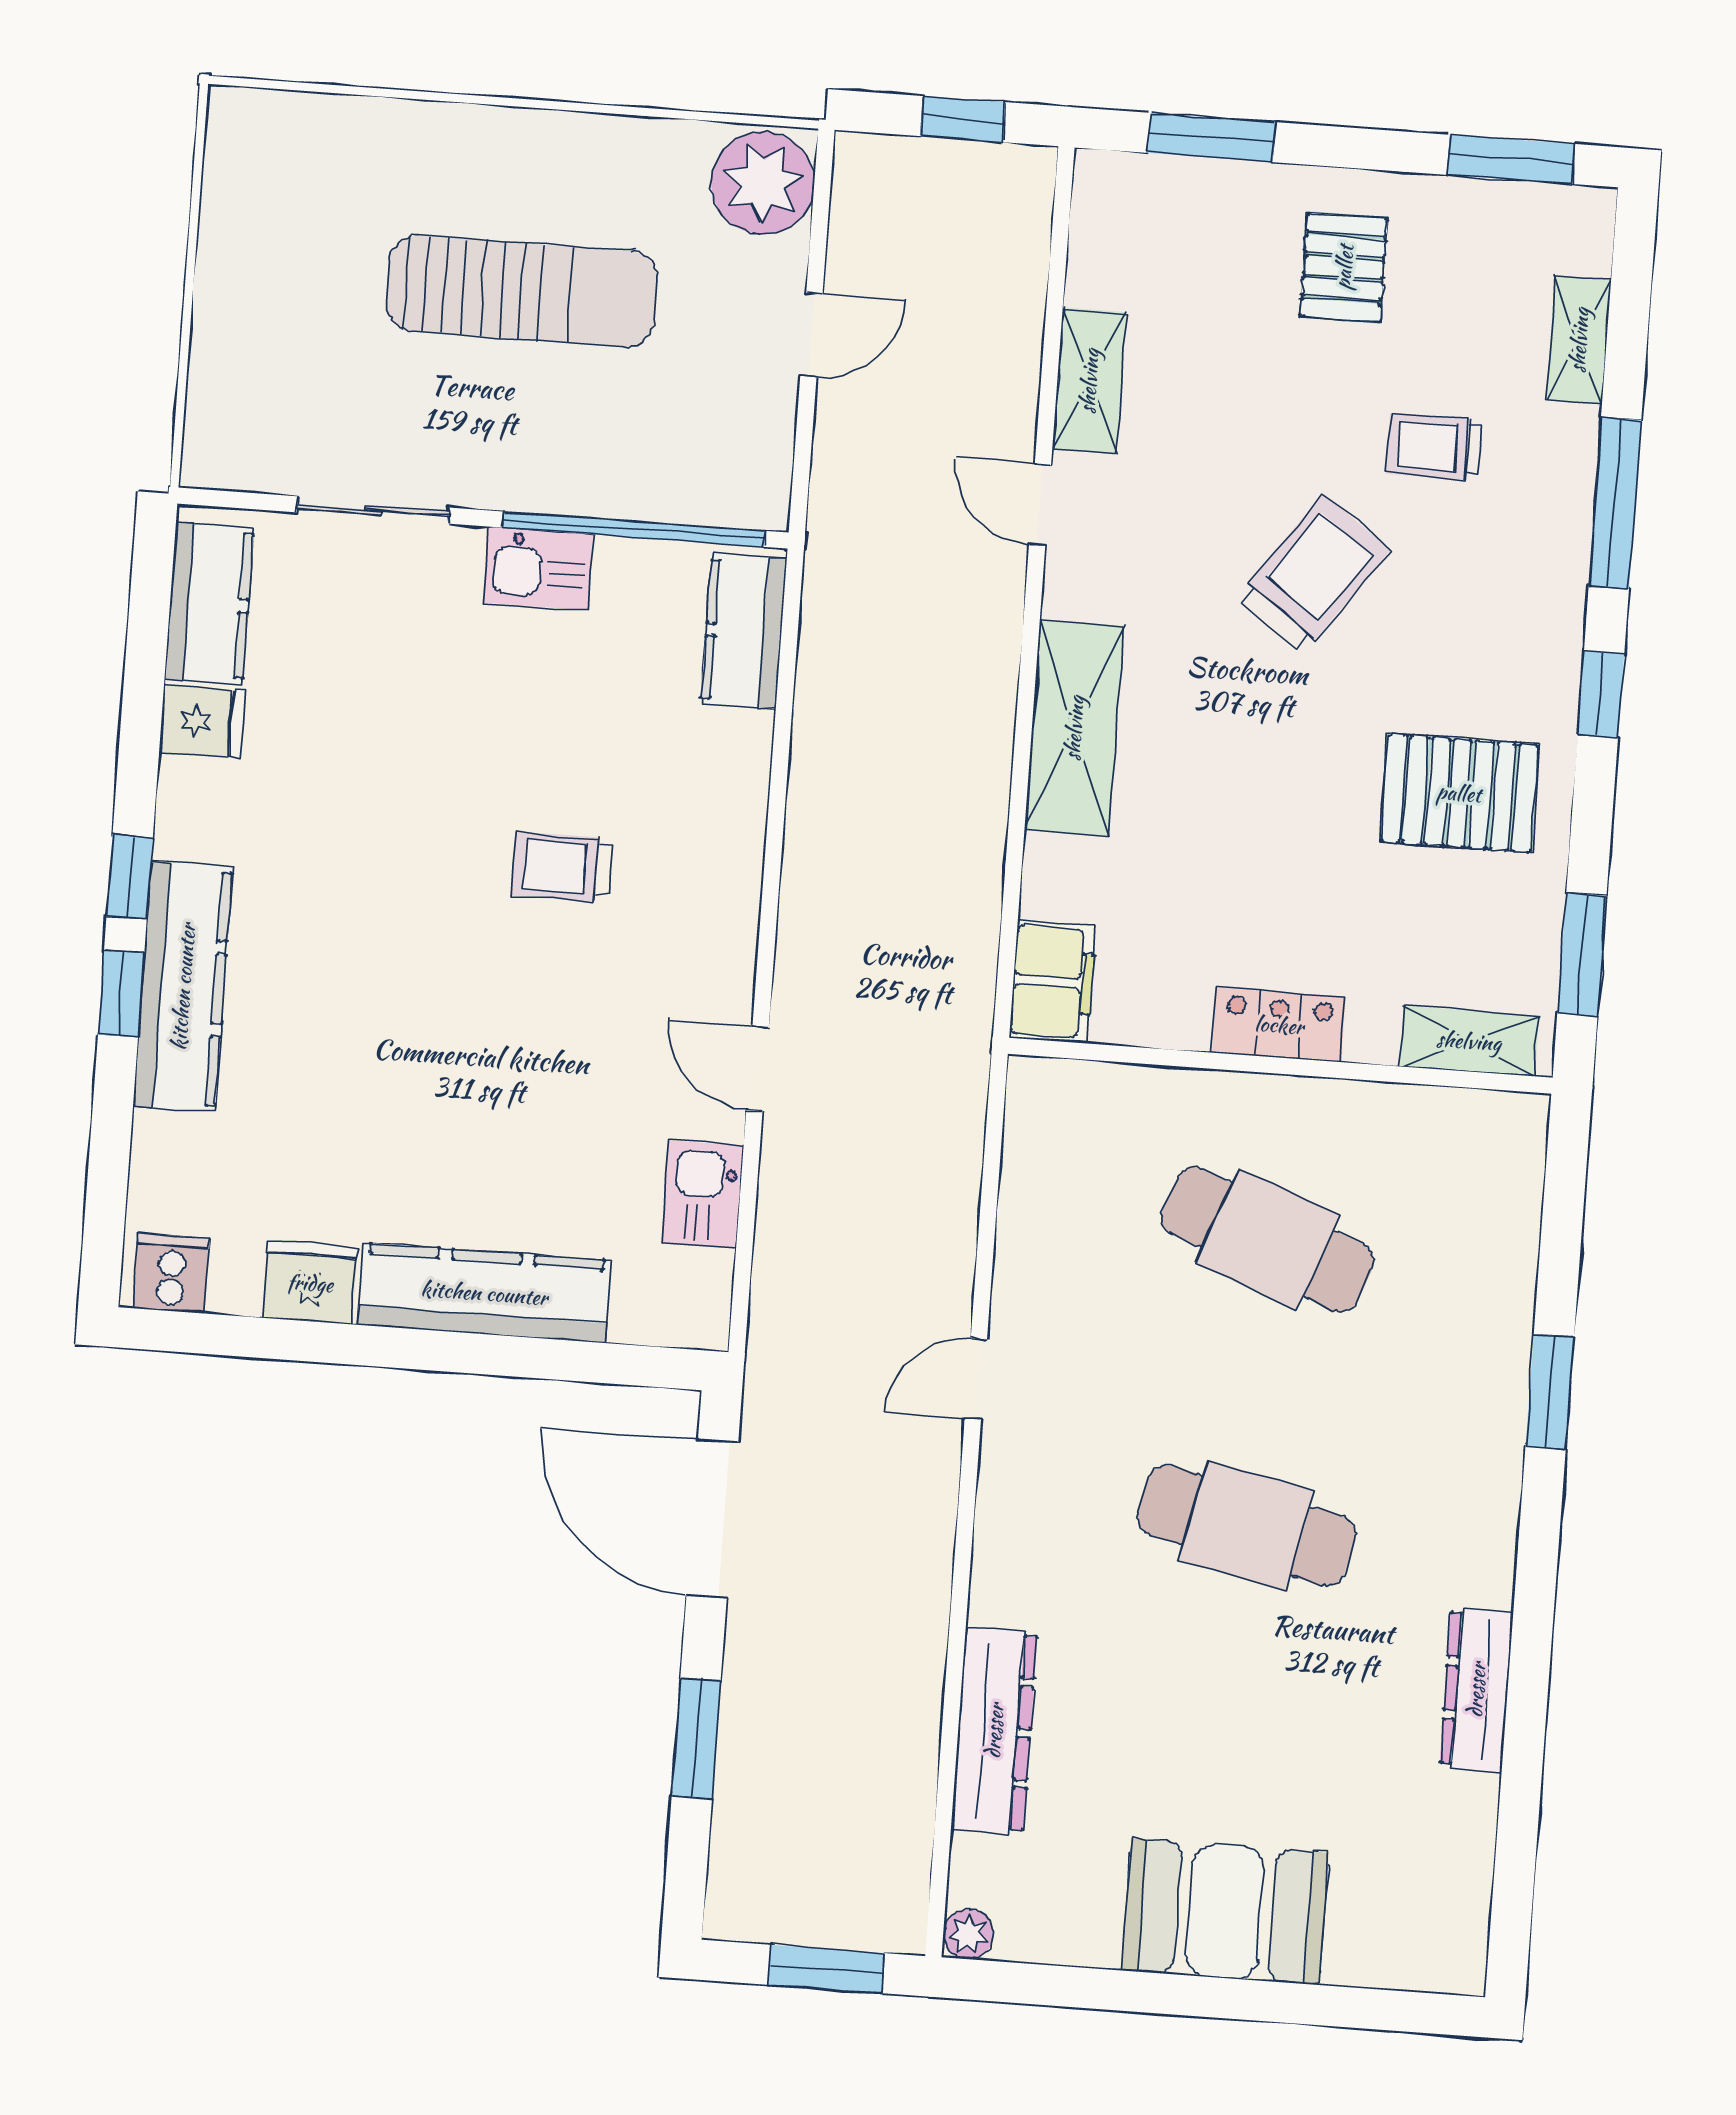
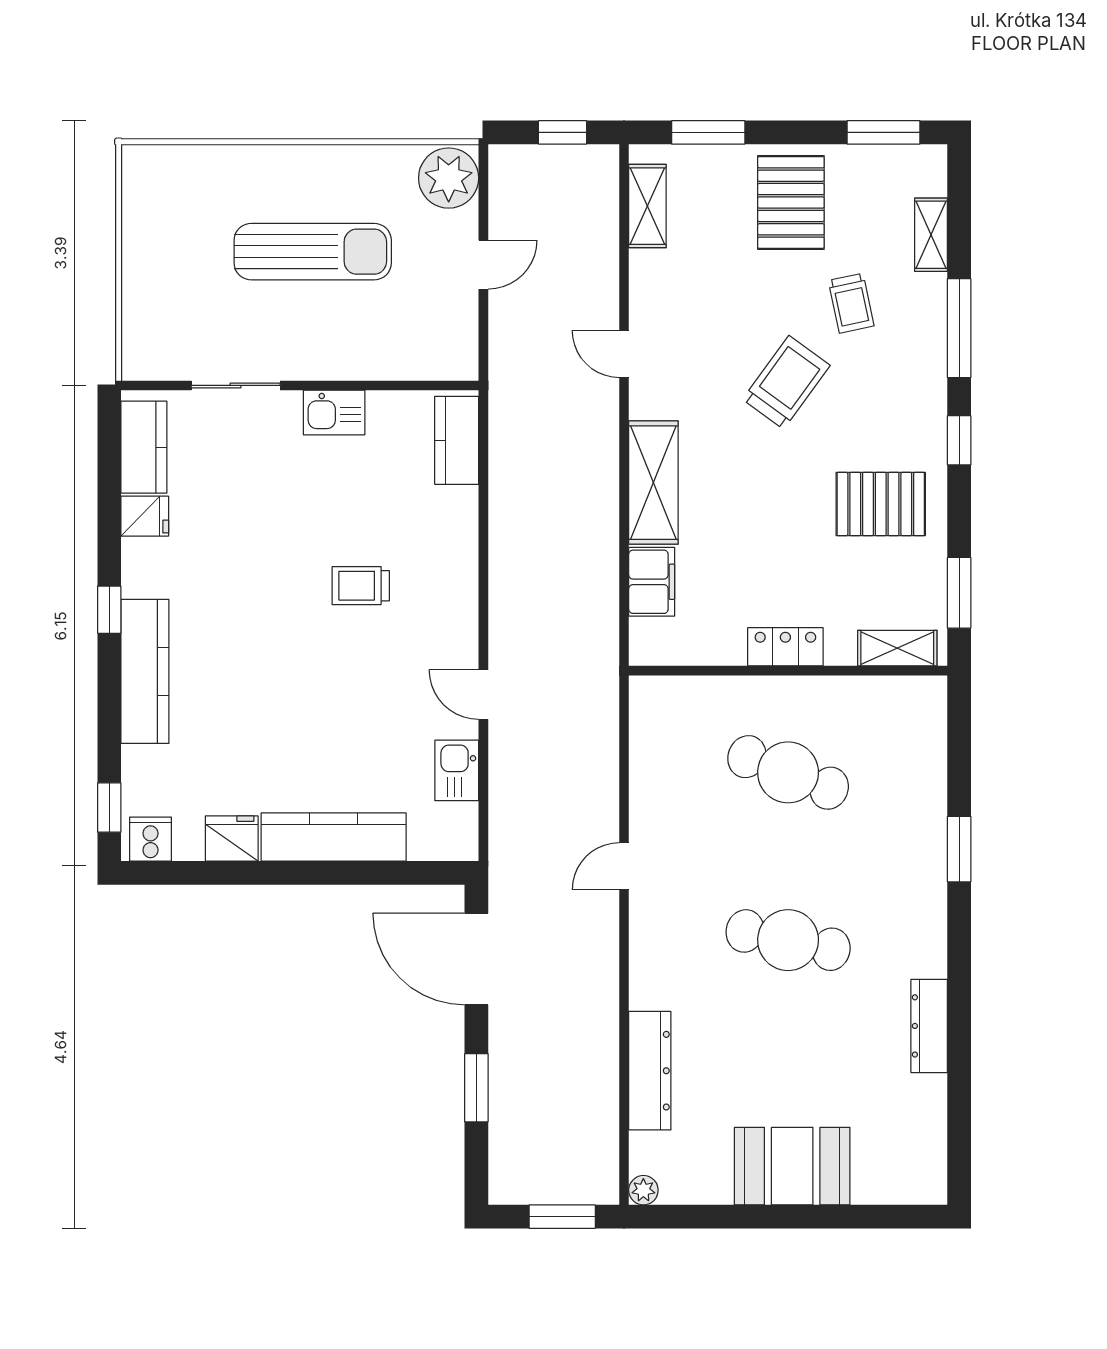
pallet: (1344, 267) -> (791, 203), width x1.50, depth x1.42
shelving: (1089, 381) -> (647, 206), moved
trolley: (1434, 447) -> (851, 303), turned -102
window: (634, 529) -> (388, 385), removed
filing cabinet: (1052, 982) -> (652, 582), moved
window: (121, 994) -> (109, 808), moved

